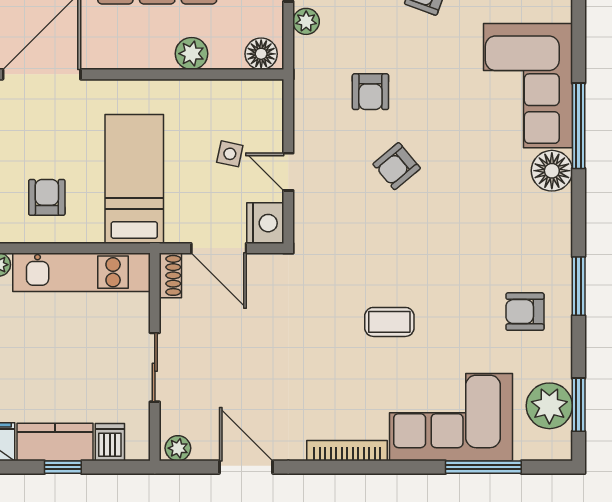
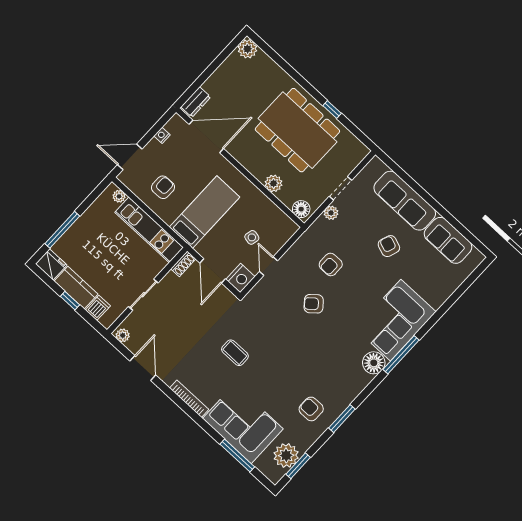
coffee table: (389, 322) -> (235, 353), moved

